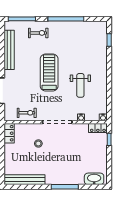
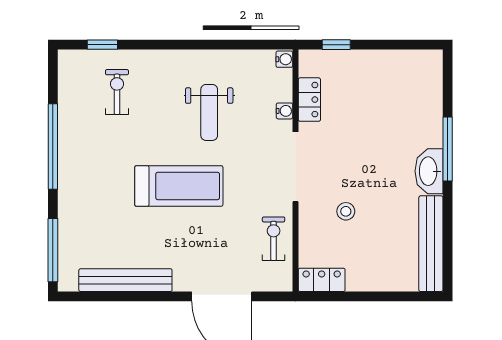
exercise bike: (38, 33) -> (117, 92), moved
treadmill: (49, 72) -> (179, 186), turned 180
weight bench: (80, 85) -> (209, 112), turned 90
locker: (98, 128) -> (309, 100), moved
washbasin: (94, 179) -> (429, 171), moved

